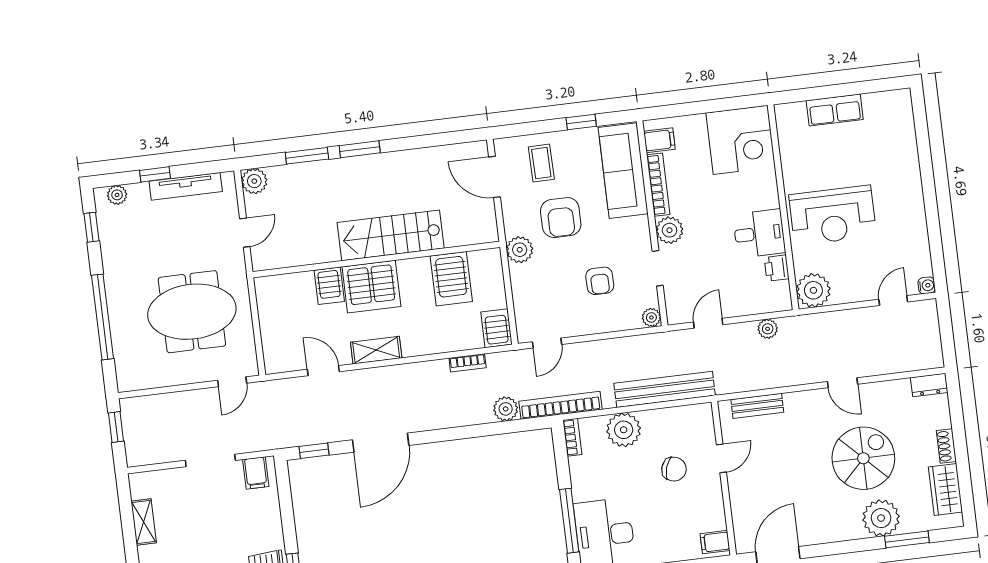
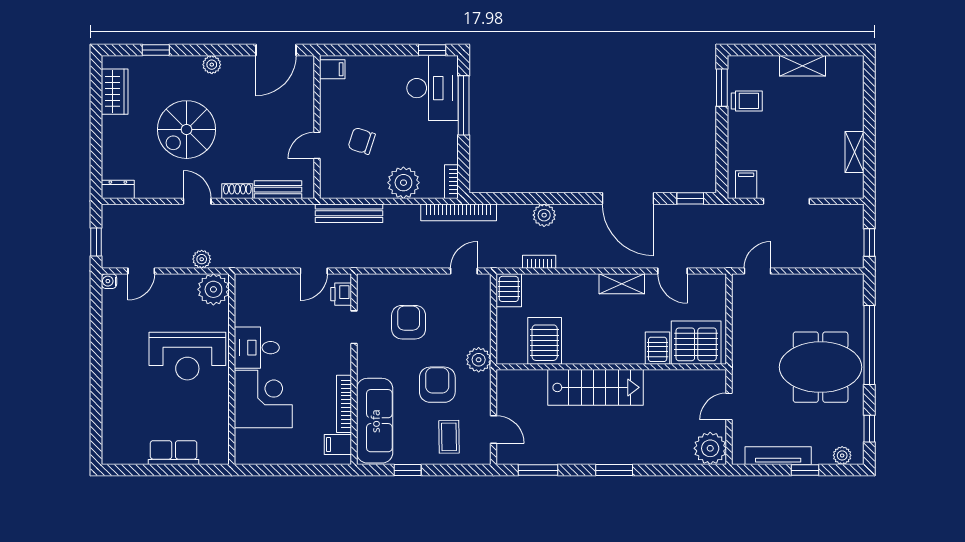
corner desk: (741, 140) -> (263, 399), moved, turned 90
window: (307, 156) -> (538, 470), moved
door: (494, 177) -> (494, 429), width x0.73
plant: (254, 181) -> (710, 448), width x1.36, depth x1.36
reception desk: (833, 215) -> (187, 356), turned 180
plant: (669, 230) -> (339, 361), removed
printer: (777, 268) -> (341, 294), moved, turned 180
armchair: (600, 281) -> (409, 322), width x1.38, depth x1.38
server rack: (371, 287) -> (696, 343), moved
meeting table: (192, 312) -> (821, 367), moved
plant: (651, 317) -> (365, 283), removed
window: (946, 326) -> (96, 242), added
plant: (768, 329) -> (202, 259), moved
bench: (665, 389) -> (349, 213), width x0.73, depth x0.82
plant: (506, 409) -> (544, 215), moved
door: (381, 443) -> (628, 198), swing flipped
shoe rack: (946, 446) -> (237, 191), moved, turned -90
plant: (881, 518) -> (212, 65), moved, width x0.53, depth x0.53
window: (907, 539) -> (156, 50), width x0.67

